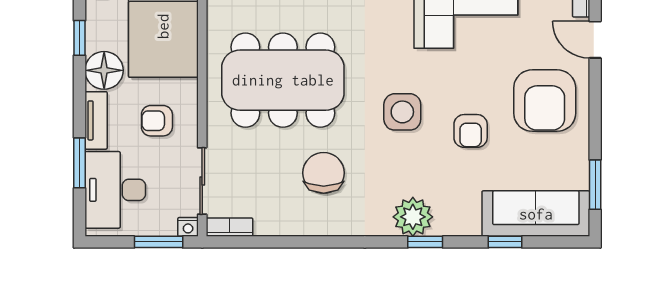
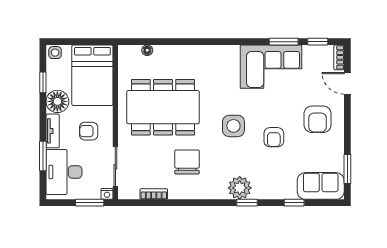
armchair: (545, 101) -> (318, 119), width x0.73, depth x0.73
sofa: (536, 214) -> (321, 186), width x0.73
bookcase: (229, 227) -> (154, 194), moved

